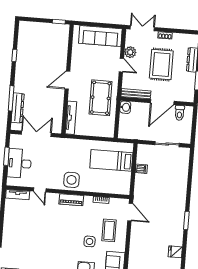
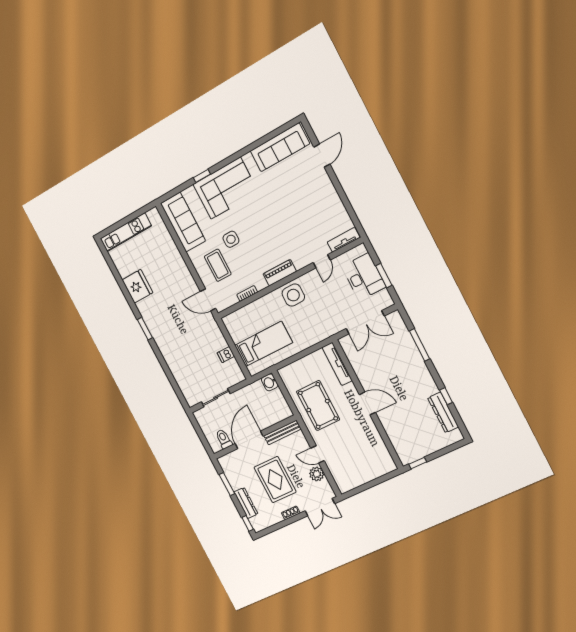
sofa: (100, 36) -> (361, 473), removed
door: (67, 80) -> (367, 404), hinge flipped
washbasin: (125, 107) -> (270, 382), moved
dresser: (18, 108) -> (443, 412), moved
door: (40, 190) -> (322, 261), swing flipped
fridge: (175, 252) -> (137, 286), width x1.88, depth x1.34

